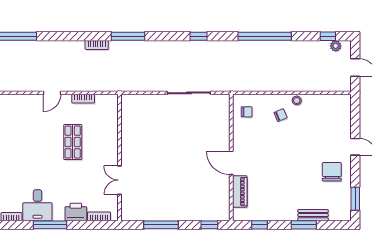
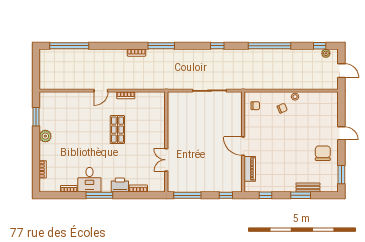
wall: (120, 158) -> (166, 142), moved
double door: (120, 180) -> (166, 160), moved

